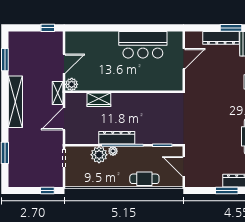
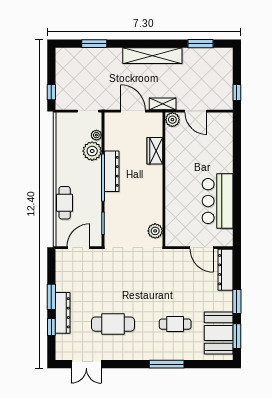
dresser: (221, 38) -> (225, 270), moved
plant: (169, 99) -> (155, 231), added
plant: (113, 151) -> (96, 135), moved

